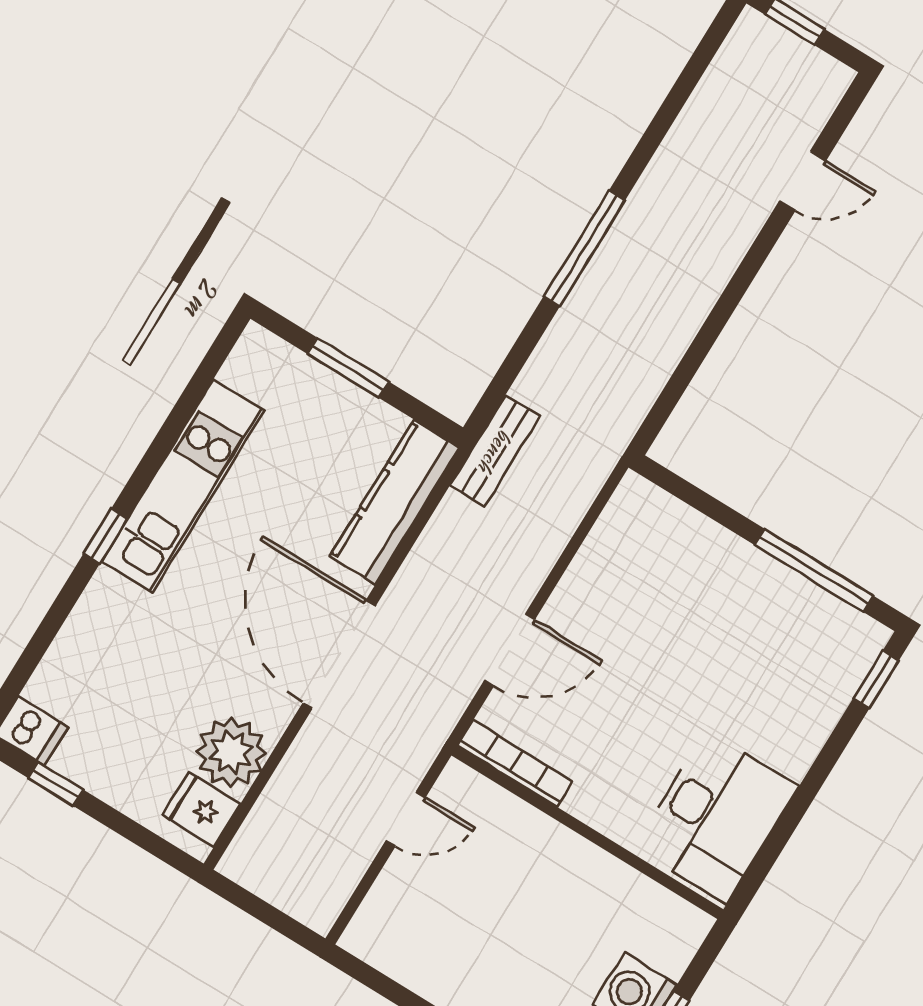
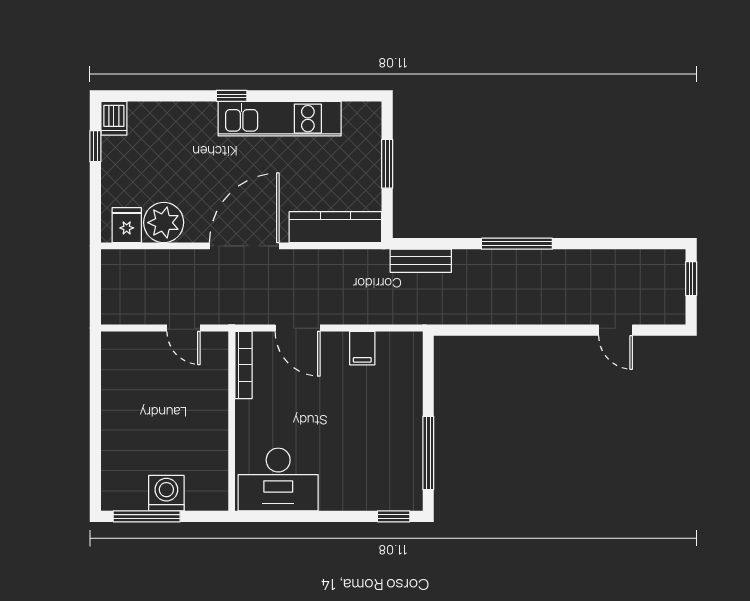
bench: (495, 451) -> (421, 261), moved
filing cabinet: (598, 572) -> (362, 348), added

